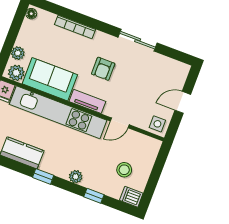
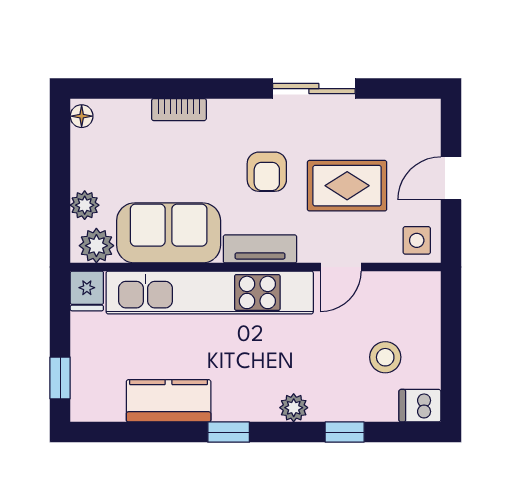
bookcase: (75, 27) -> (179, 110), width x0.64
rug: (136, 88) -> (347, 186), added

